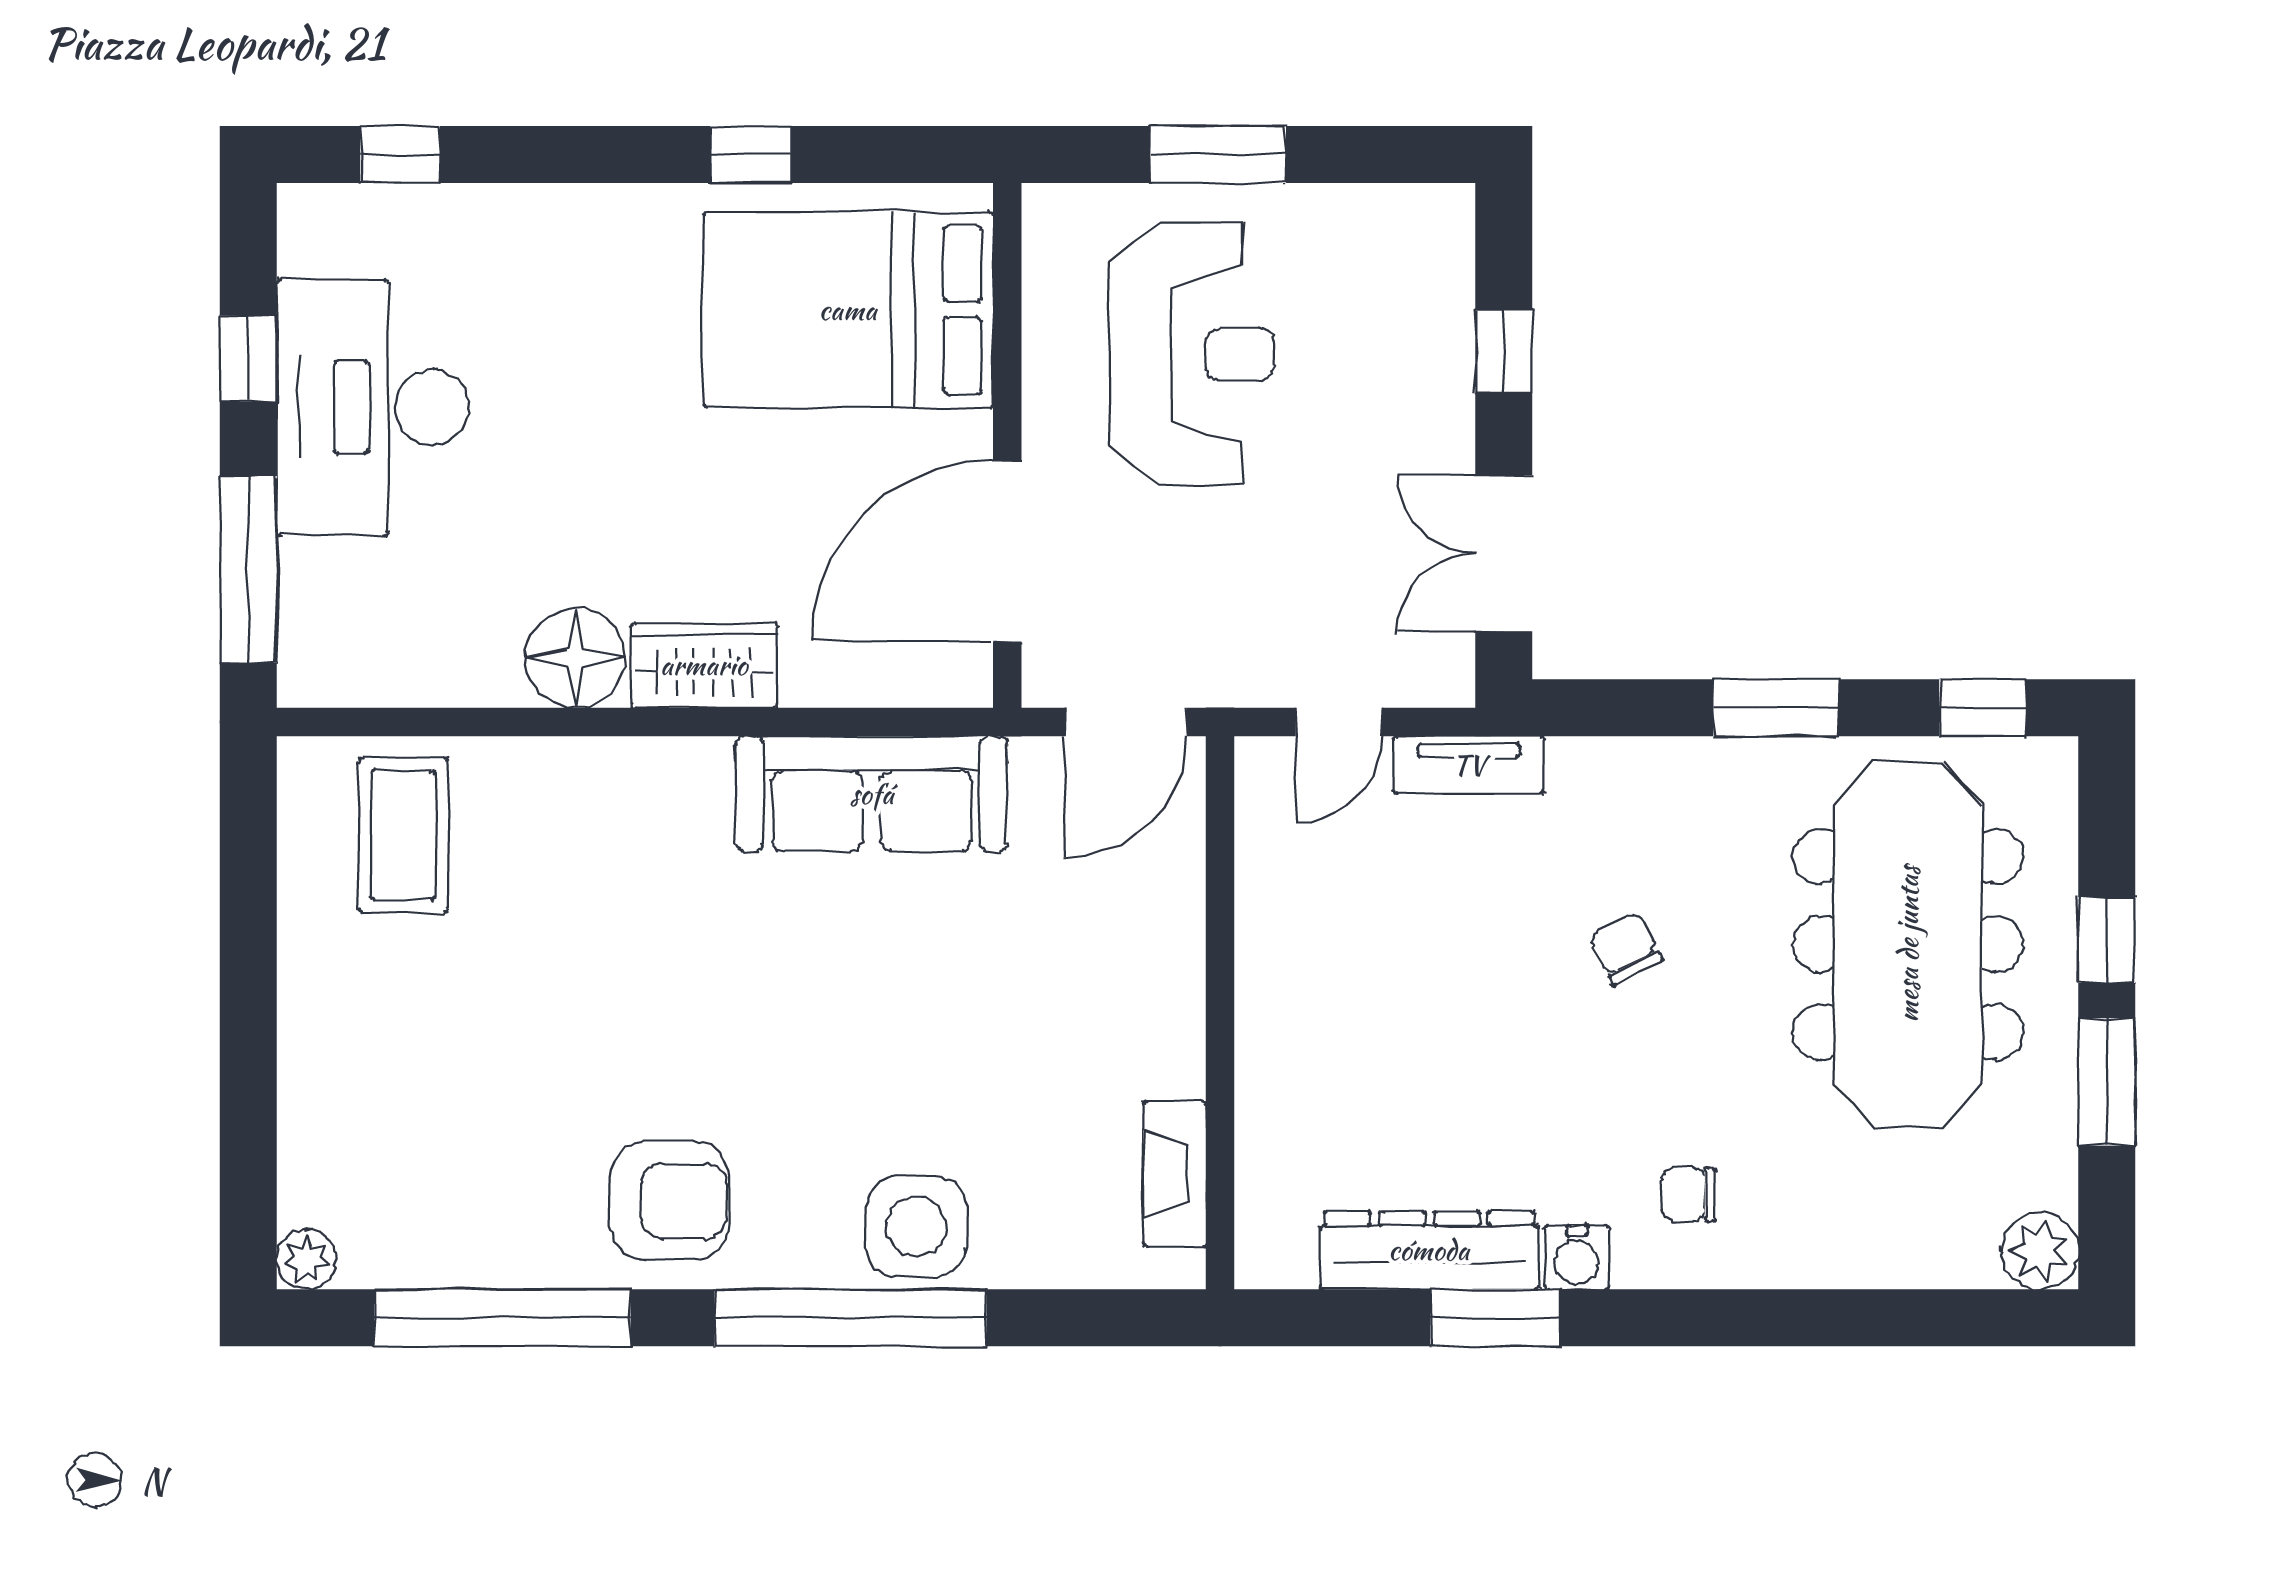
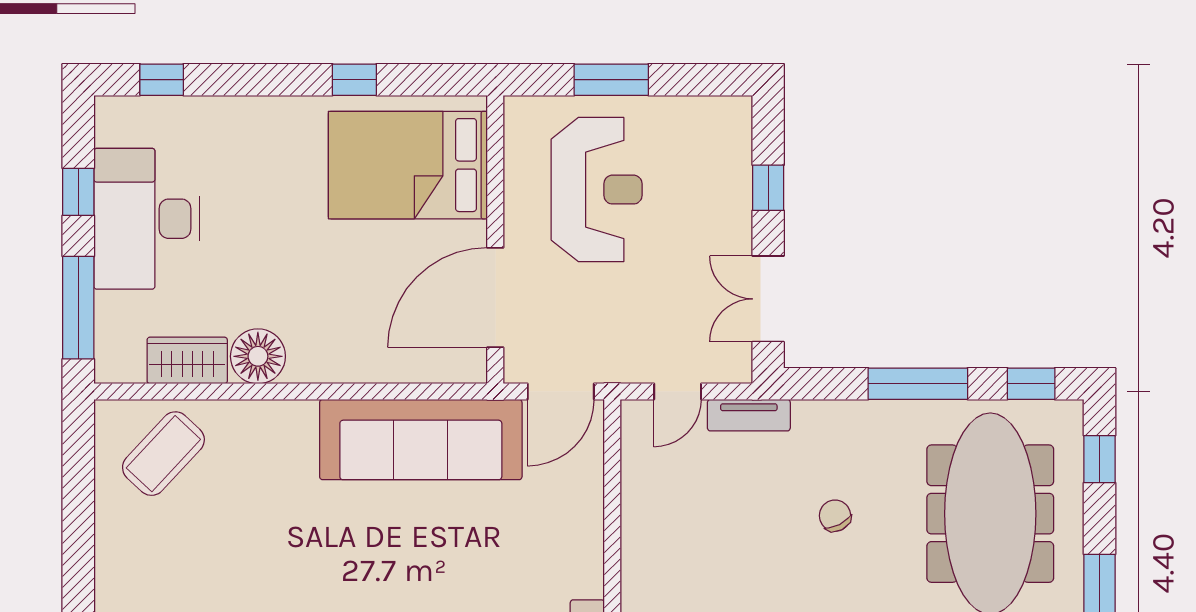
wardrobe: (704, 665) -> (187, 360), moved
window: (1776, 708) -> (918, 384), width x1.44
sofa: (872, 794) -> (421, 440), width x1.36, depth x1.27
coffee table: (403, 835) -> (163, 454), turned 43
window: (2107, 940) -> (1099, 459), moved

